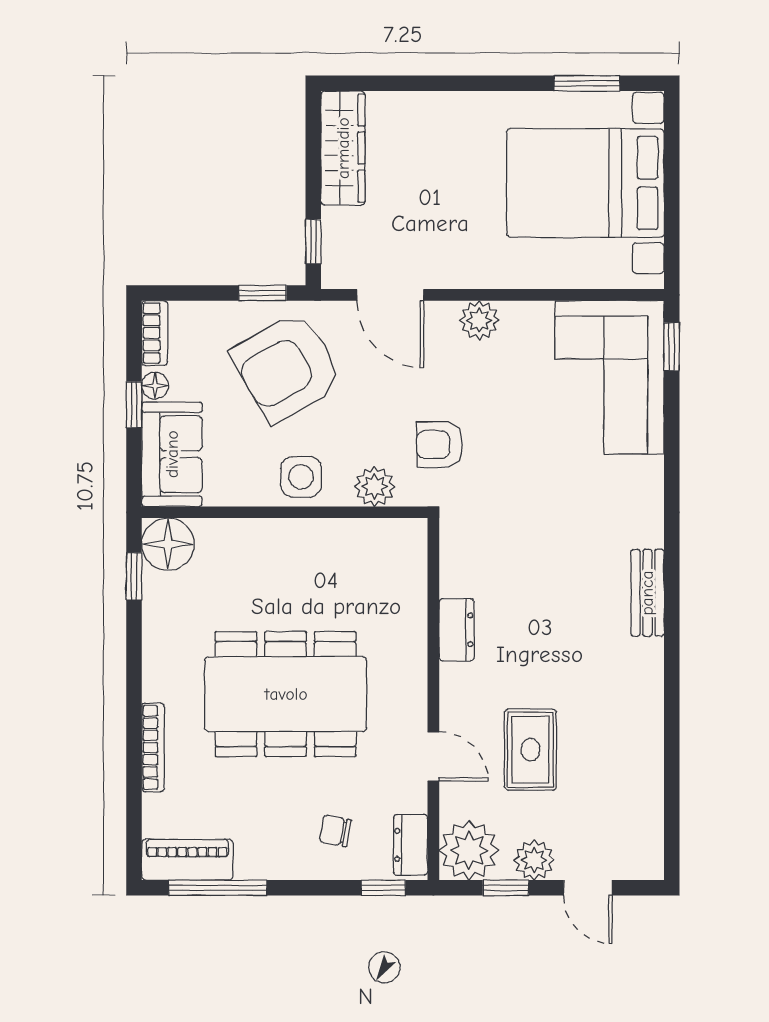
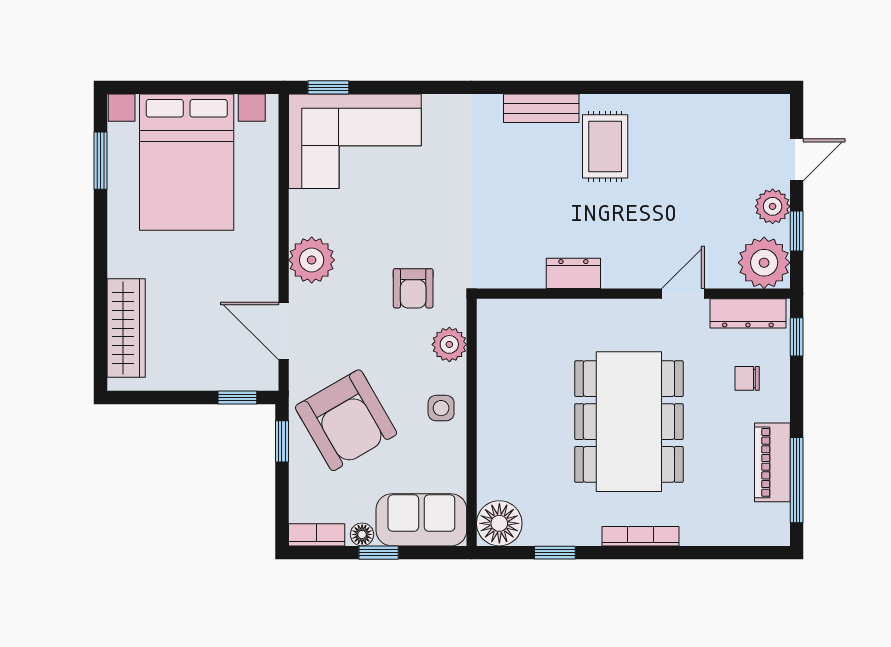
wardrobe: (343, 148) -> (126, 328), moved, turned 90
door: (390, 295) -> (284, 331), swing flipped
plant: (479, 320) -> (312, 260), width x1.36, depth x1.36
side table: (301, 477) -> (441, 408), width x0.73, depth x0.73
window: (134, 576) -> (555, 553), moved
bookcase: (153, 747) -> (640, 536), moved
rug: (530, 750) -> (605, 146), moved, turned 90
chair: (335, 831) -> (747, 378), turned 79
dresser: (411, 845) -> (748, 313), width x1.44
piano: (187, 860) -> (772, 462), moved

